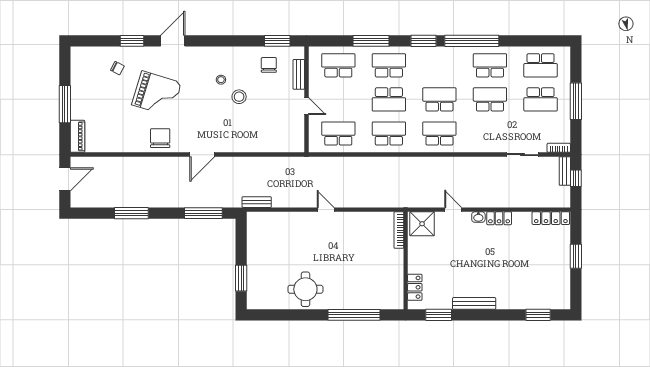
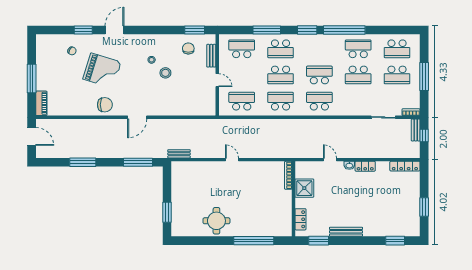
school desk: (389, 65) -> (281, 49), turned 180
school desk: (490, 99) -> (358, 75), turned 180
chair: (160, 138) -> (105, 105), turned 90
door: (65, 179) -> (32, 136), hinge flipped
shower: (422, 224) -> (304, 188), moved
window: (576, 256) -> (424, 207), moved

